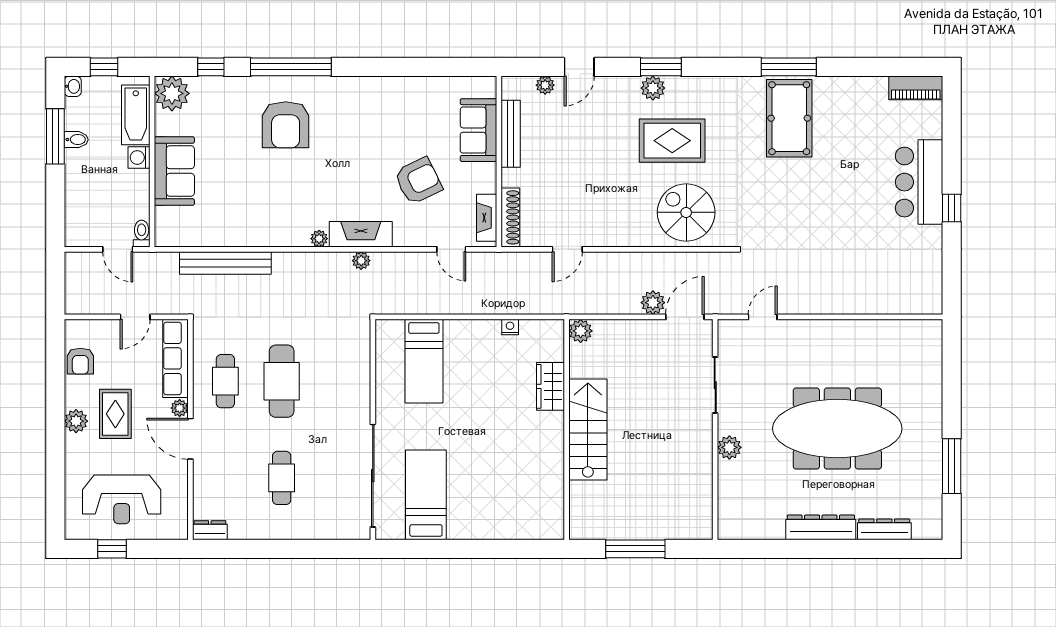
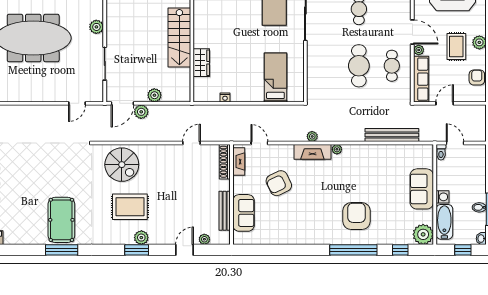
plant: (581, 331) -> (154, 95), moved

